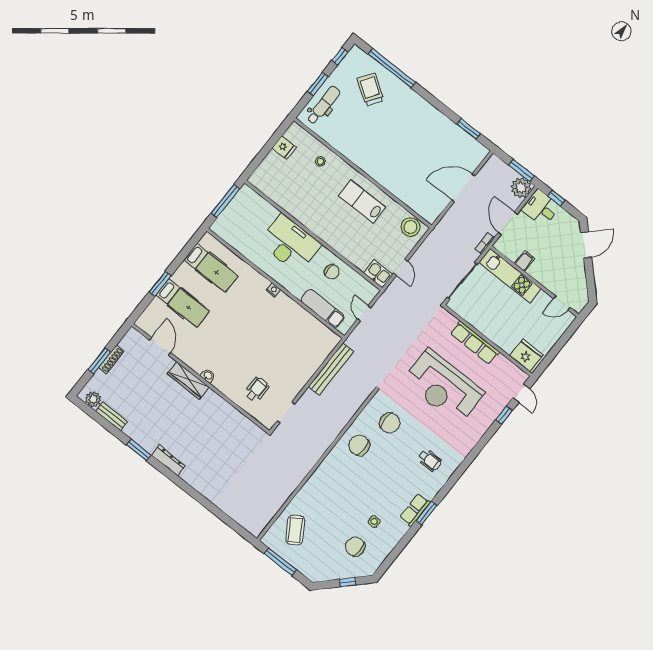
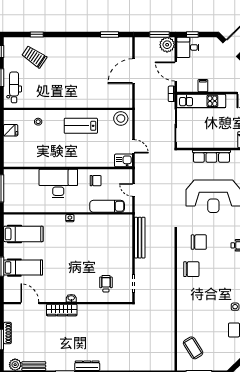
window: (392, 68) -> (37, 34), width x0.32
chair: (359, 445) -> (191, 269), turned 180

